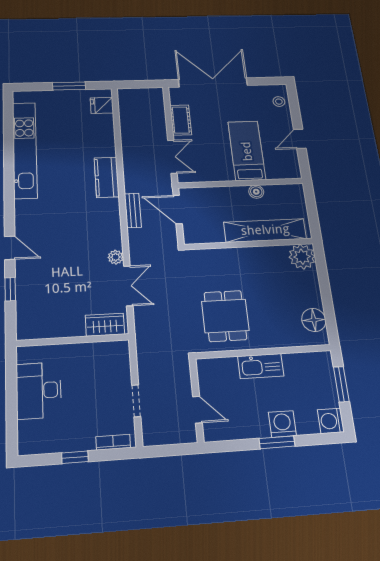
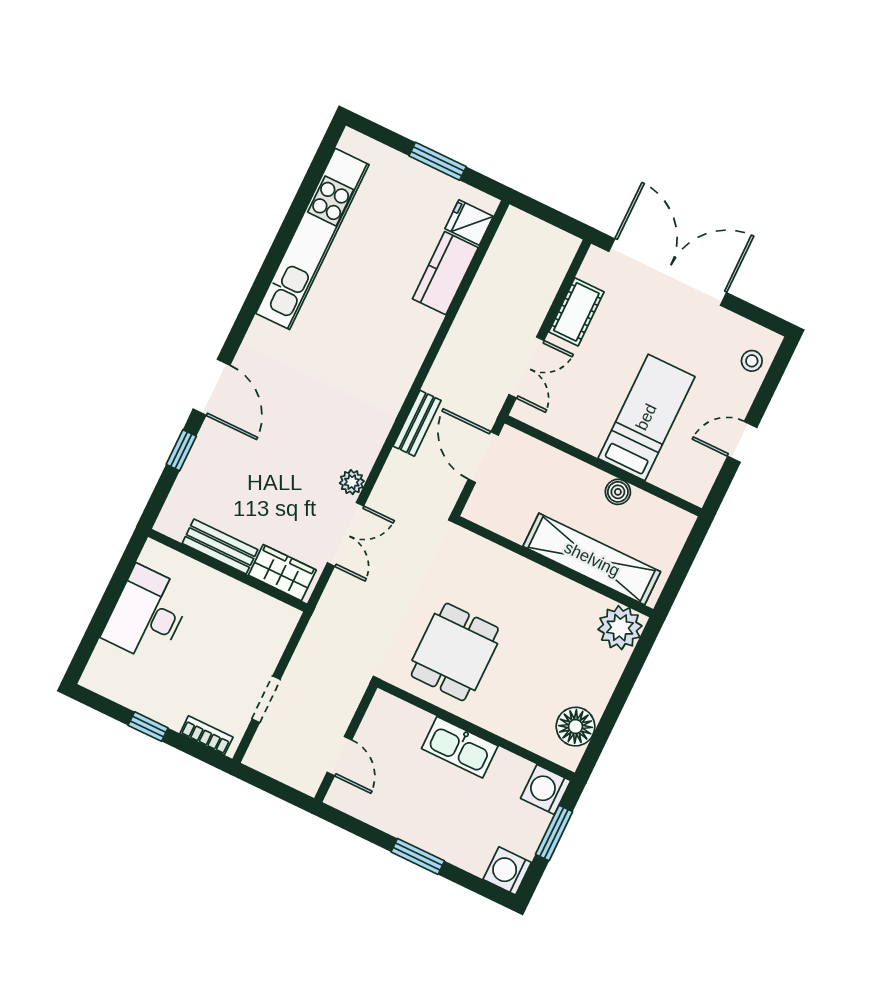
kitchen counter: (107, 177) -> (445, 273), moved
door: (10, 248) -> (212, 387), width x1.38
bench: (61, 329) -> (220, 547), added
washing machine: (282, 424) -> (546, 790), moved, turned -90

